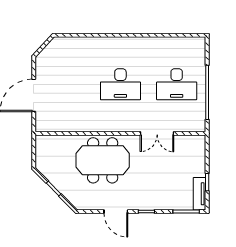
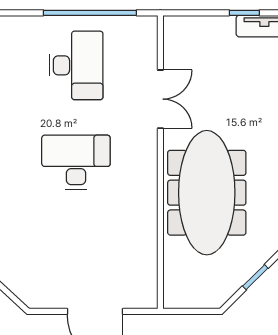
desk: (120, 84) -> (76, 162), turned -90
meeting table: (103, 160) -> (207, 193), width x1.36

